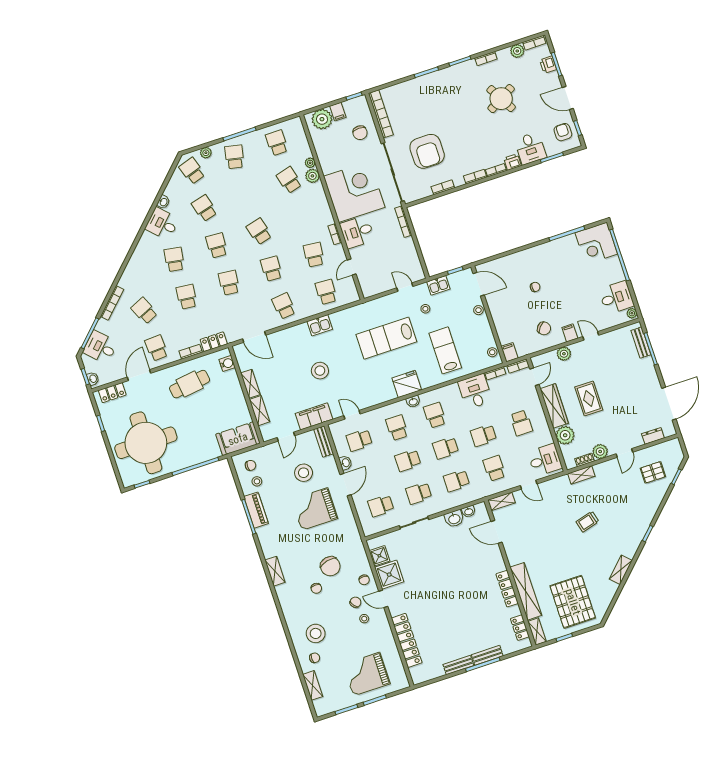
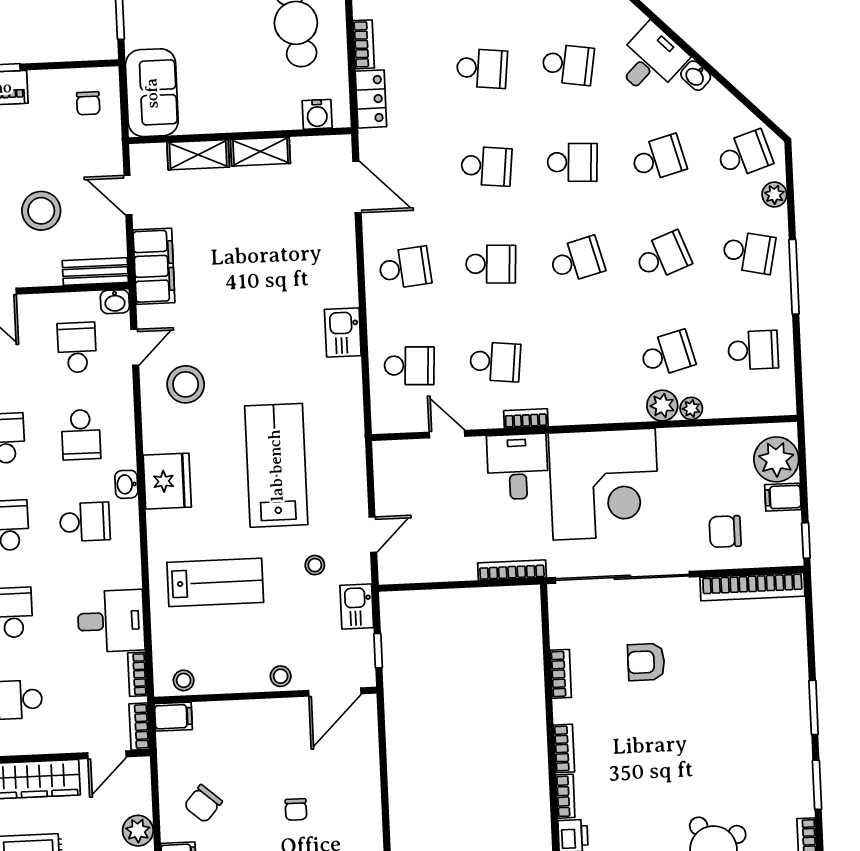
armchair: (427, 151) -> (646, 662), width x0.53, depth x0.53
school desk: (247, 194) -> (663, 256), added
door: (254, 337) -> (357, 187), swing flipped
stool: (320, 371) -> (186, 384), moved
door: (534, 377) -> (107, 755), hinge flipped
school desk: (397, 428) -> (81, 435), turned 90
washbasin: (346, 463) -> (115, 302), moved
stool: (257, 481) -> (51, 107), removed

